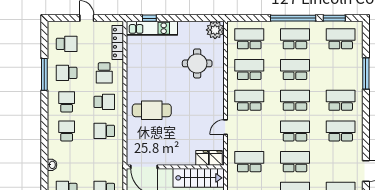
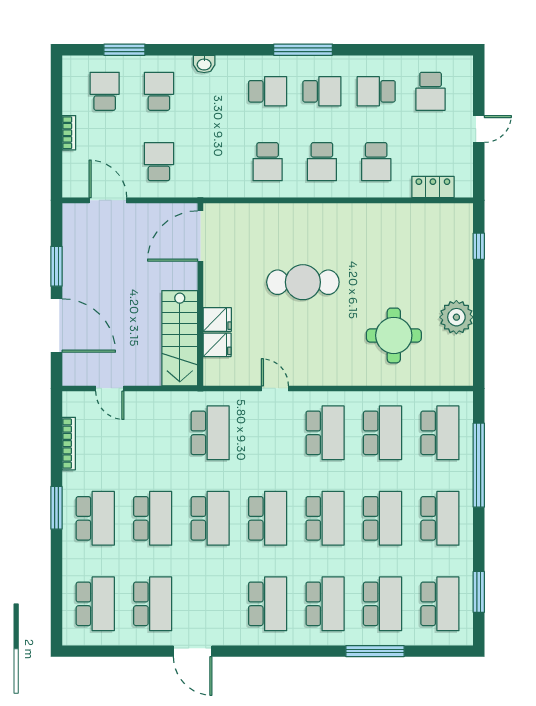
window: (293, 18) -> (479, 465), moved
kitchen unit: (152, 28) -> (460, 251), removed
plant: (215, 30) -> (456, 317), moved
locker: (118, 43) -> (433, 187), width x0.66
school desk: (341, 69) -> (383, 604), added
school desk: (67, 73) -> (376, 91), turned -90
school desk: (104, 73) -> (376, 162), turned -90
window: (44, 74) -> (303, 50), moved
cafe table: (152, 110) -> (303, 282), moved, turned 90
school desk: (104, 131) -> (268, 162), turned 180
fridge: (216, 158) -> (217, 320), moved

